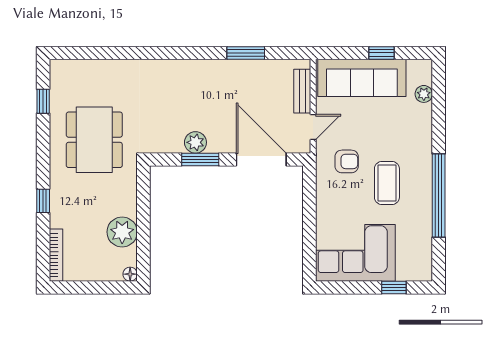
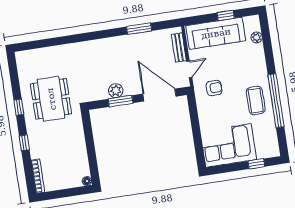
window: (43, 101) -> (19, 107), moved
coffee table: (387, 183) -> (256, 101), moved
plant: (122, 232) -> (78, 155), removed

